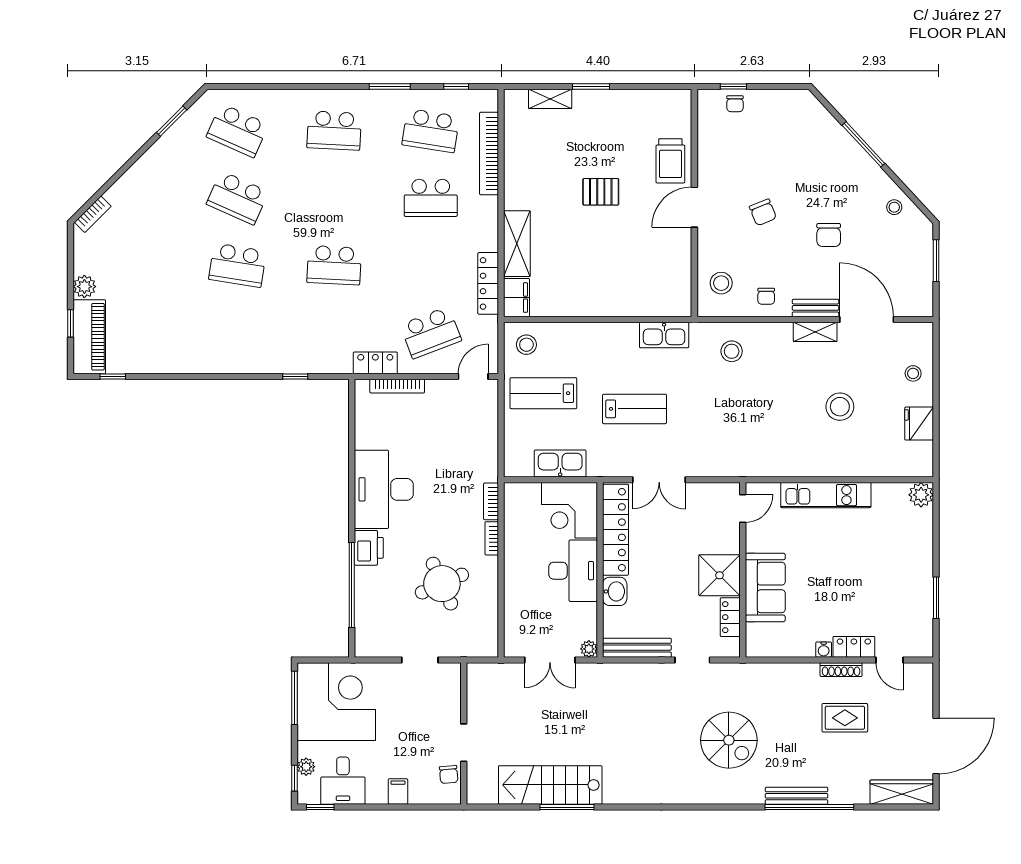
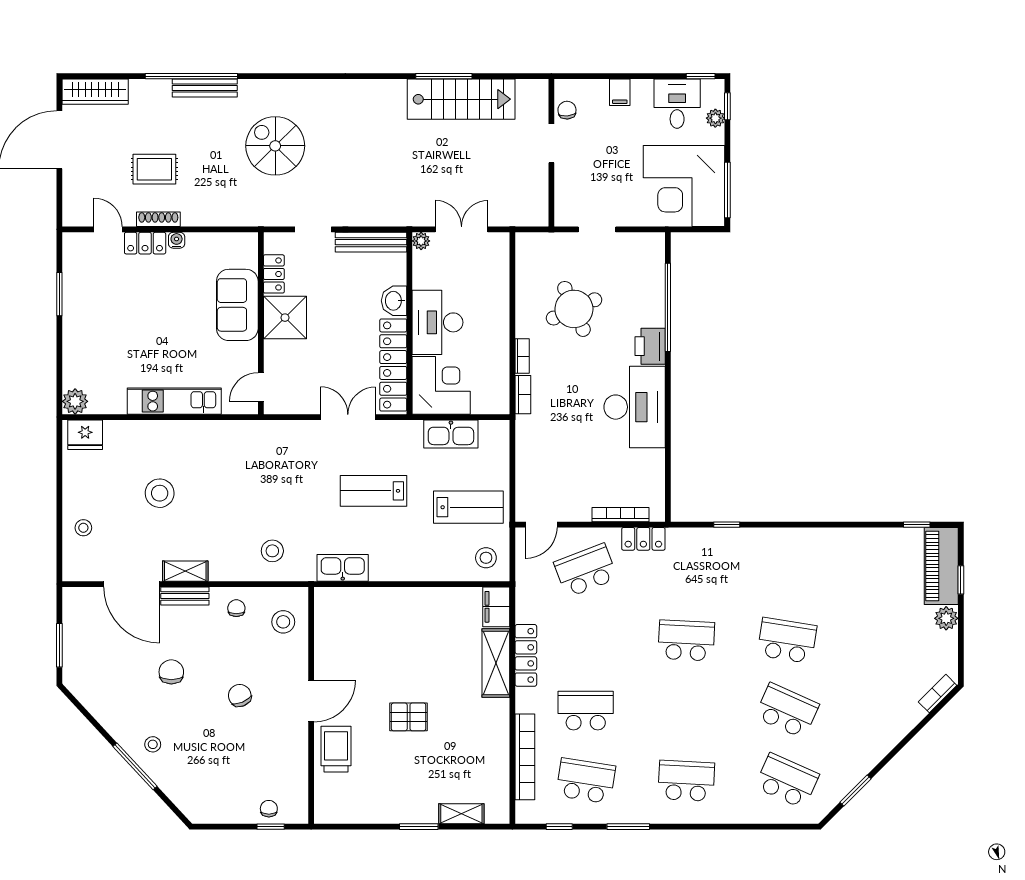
stool: (894, 207) -> (153, 744), moved
locker: (488, 283) -> (526, 655), moved
fridge: (919, 424) -> (85, 435), moved, turned 90

